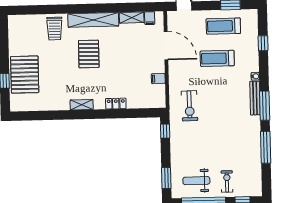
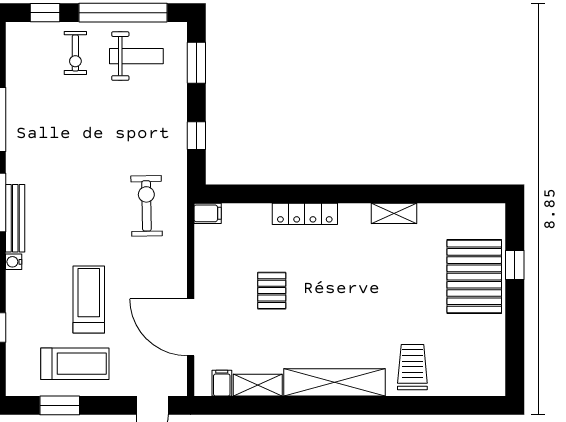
pallet: (89, 54) -> (272, 291), moved, width x0.67, depth x0.71
treadmill: (217, 58) -> (89, 299), turned -90
filing cabinet: (158, 79) -> (208, 213), moved
locker: (116, 104) -> (305, 214), width x1.53
shelving: (82, 105) -> (394, 213), moved
window: (165, 131) -> (196, 136), moved

